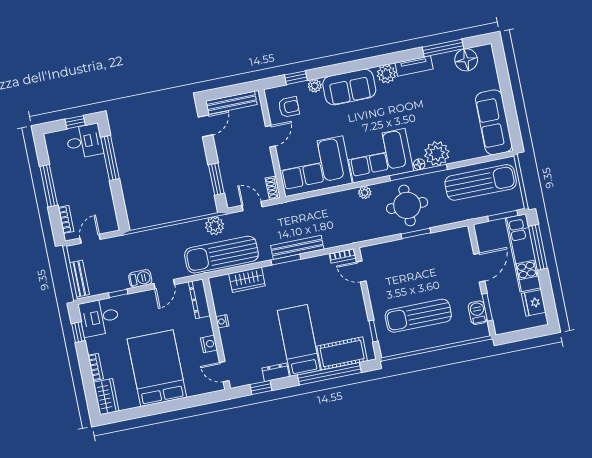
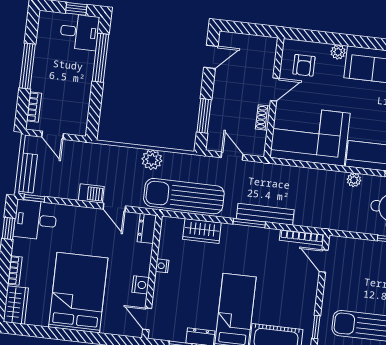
window: (296, 78) -> (321, 37), removed
bench: (231, 103) -> (245, 41), removed
armchair: (289, 107) -> (304, 65), turned 90
shoe rack: (273, 188) -> (263, 117), moved
plant: (215, 226) -> (152, 160), moved
door: (90, 239) -> (53, 135), swing flipped
bookcase: (343, 256) -> (302, 237), width x1.56
door: (164, 284) -> (114, 207), hinge flipped
window: (118, 293) -> (34, 198), moved
dresser: (199, 299) -> (147, 228), width x0.70

